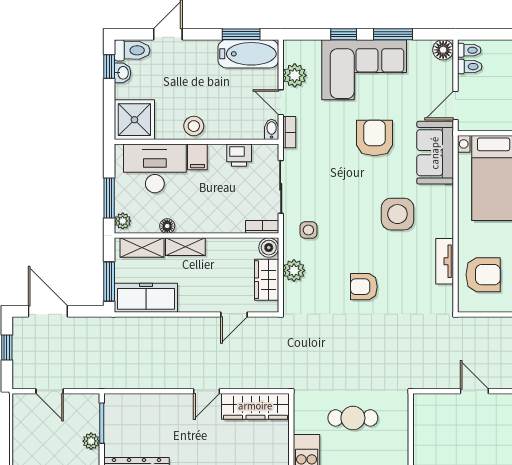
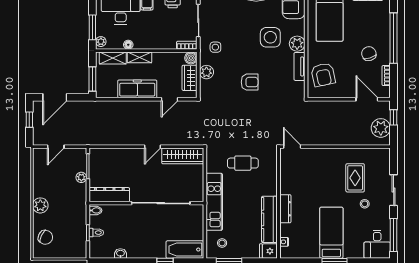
plant: (441, 224) -> (297, 44), added
armchair: (483, 275) -> (323, 75), turned 78
armchair: (364, 287) -> (250, 82), turned 180
freezer: (146, 298) -> (137, 89), moved
door: (48, 311) -> (55, 97), swing flipped
door: (50, 391) -> (56, 147), hinge flipped
door: (474, 391) -> (292, 147), moved

